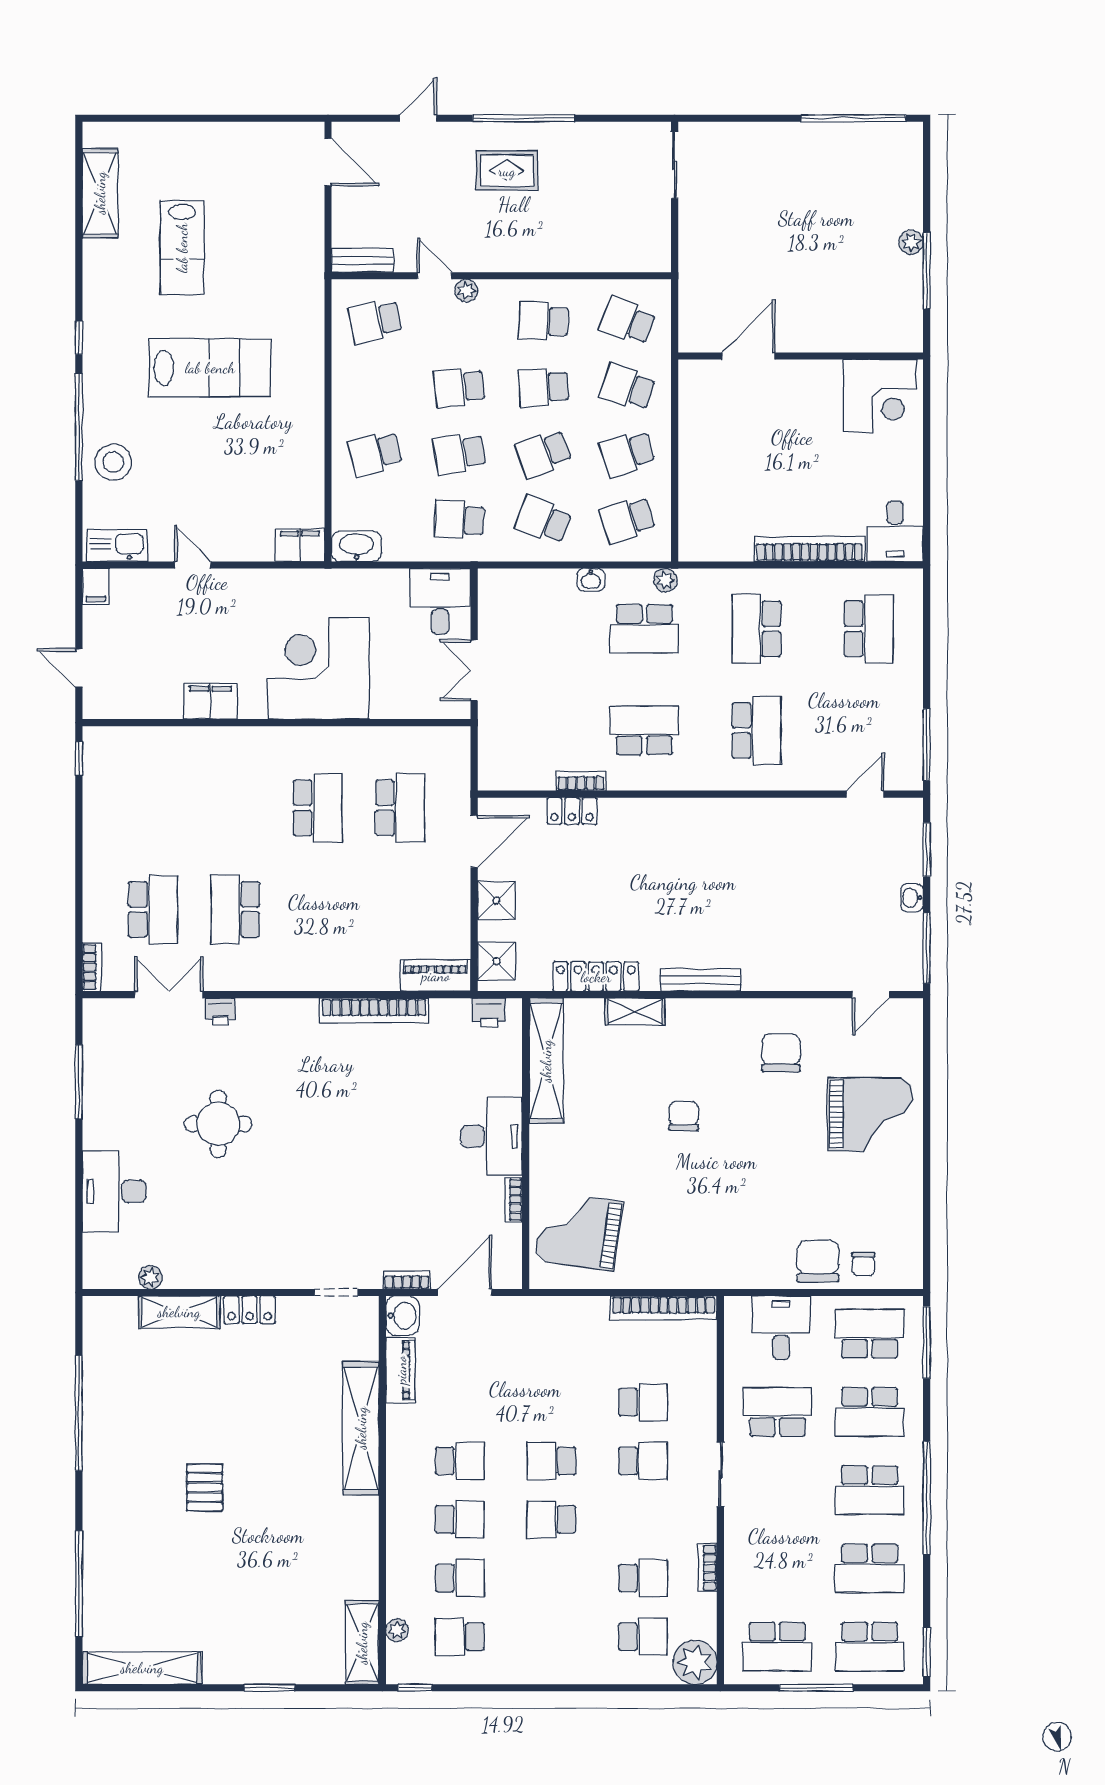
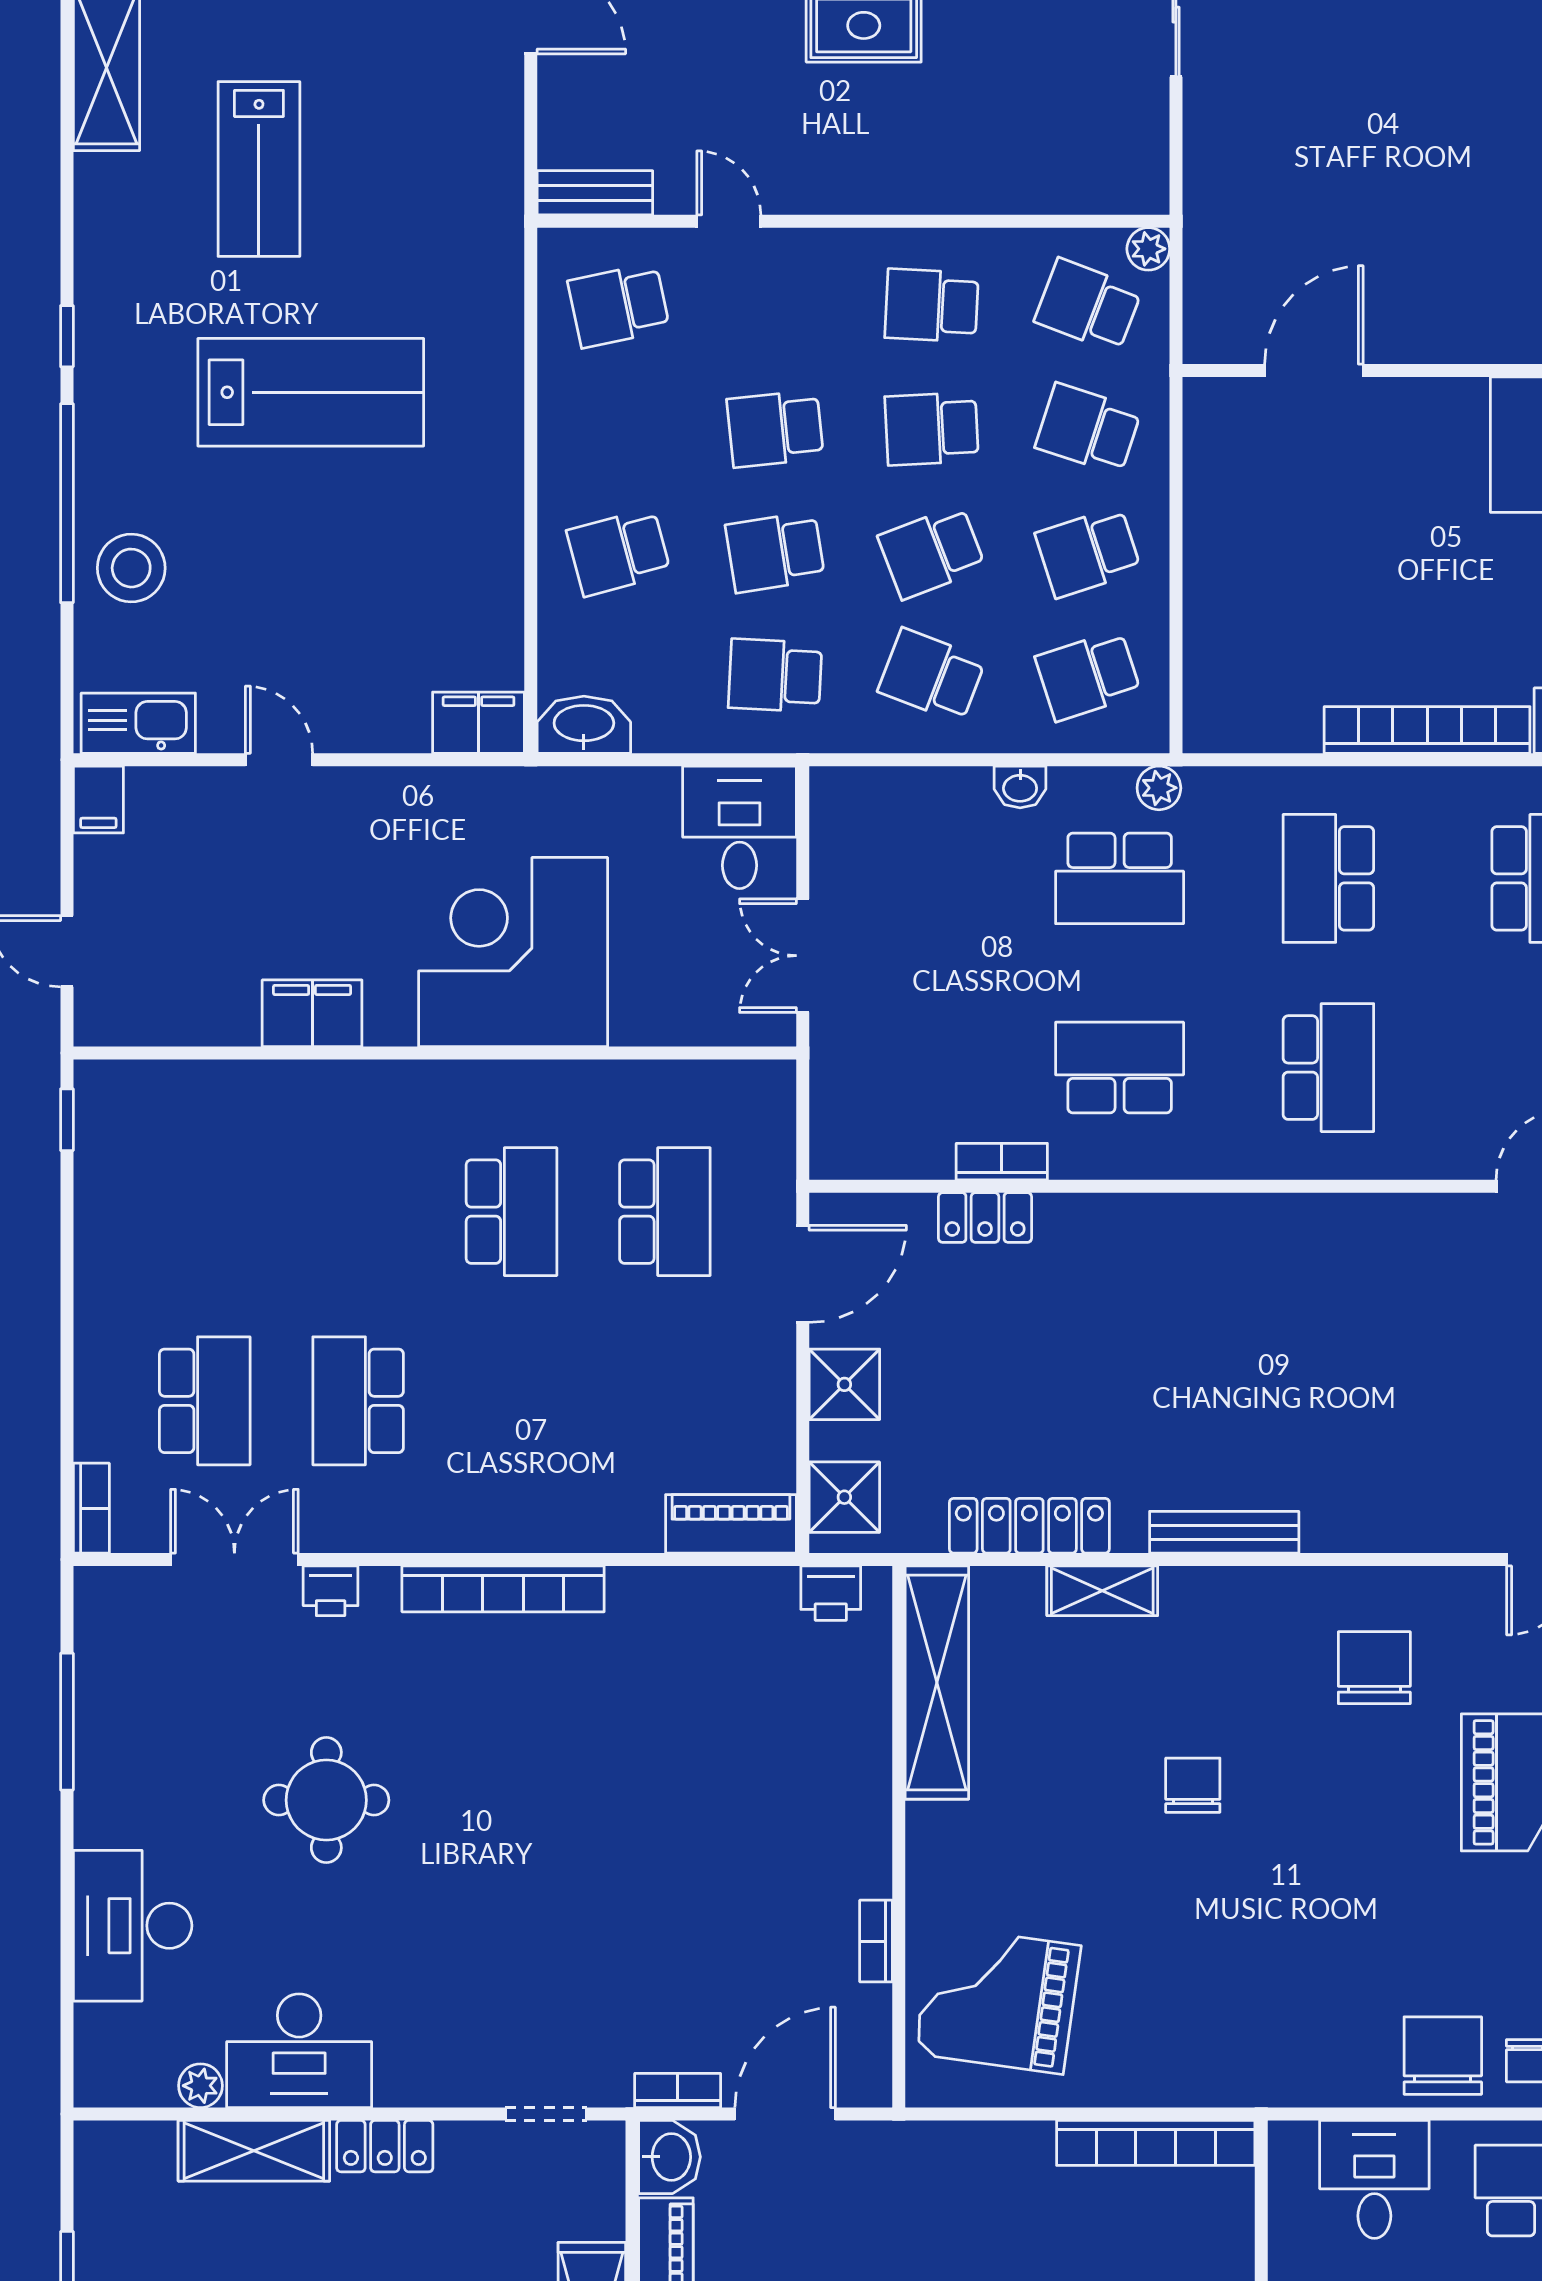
plant: (466, 291) -> (1148, 249), moved
bookcase: (374, 1010) -> (503, 1589), moved
desk: (492, 1136) -> (299, 2051), moved, turned 90

